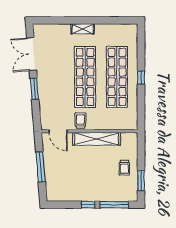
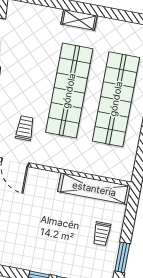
trolley: (80, 121) -> (25, 128), moved
shelving: (97, 139) -> (94, 189), moved

